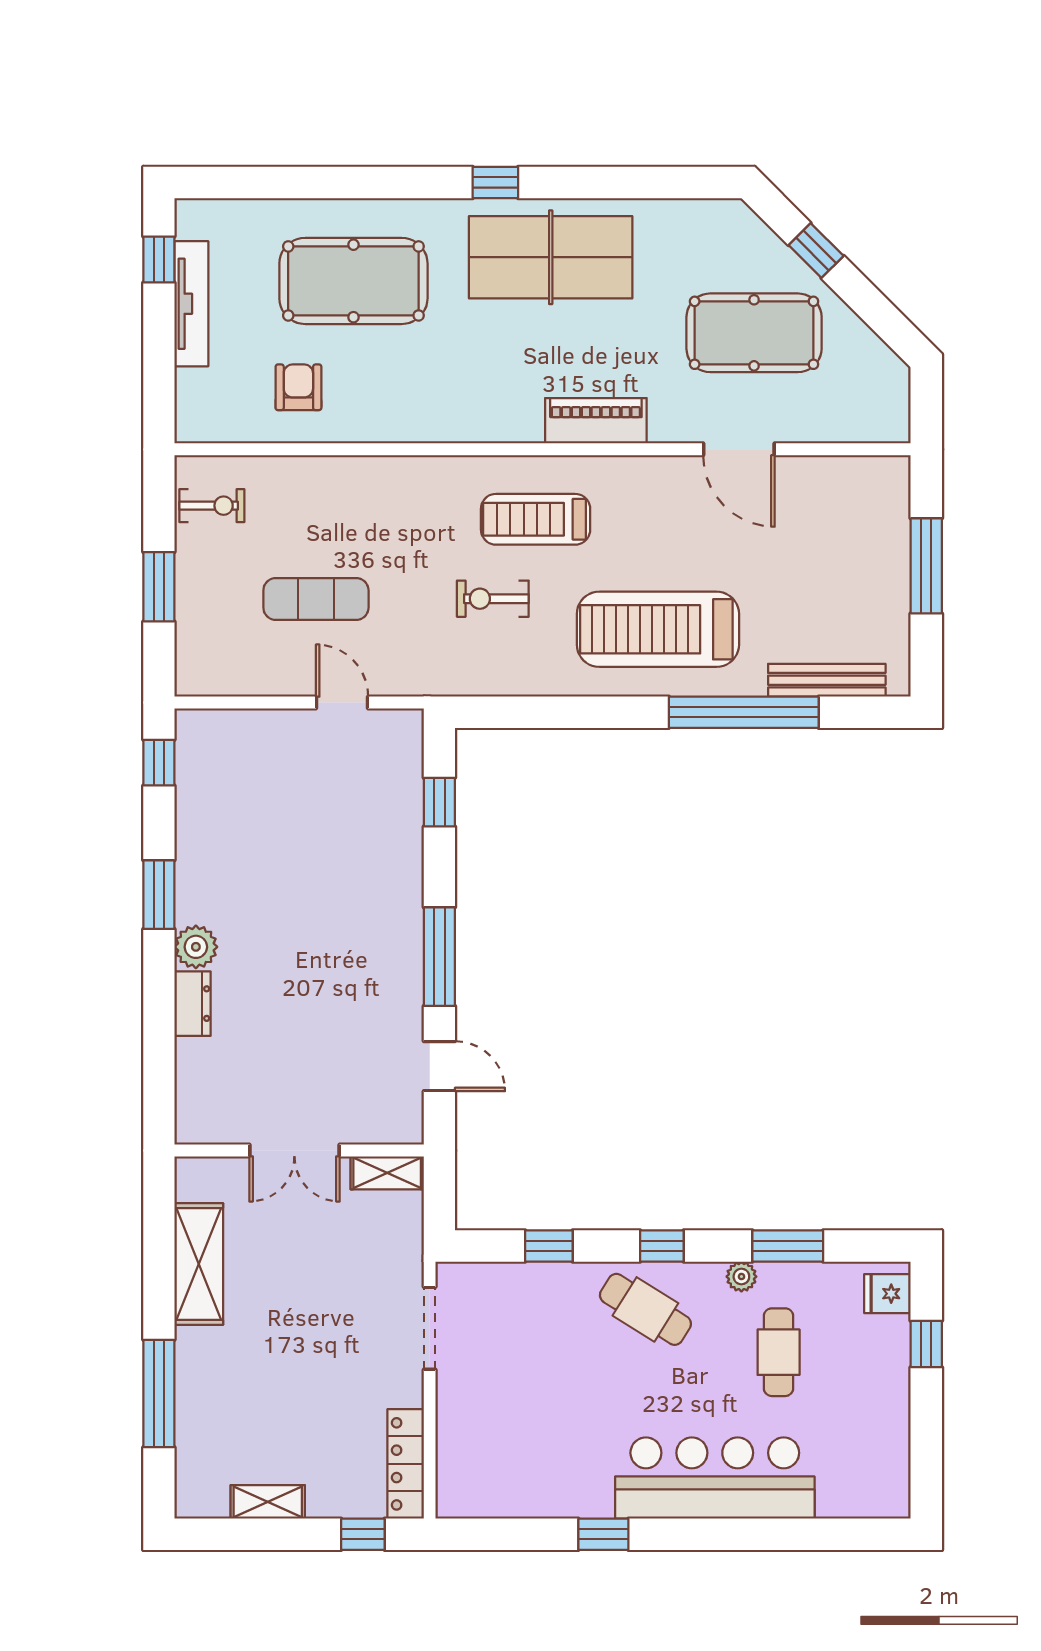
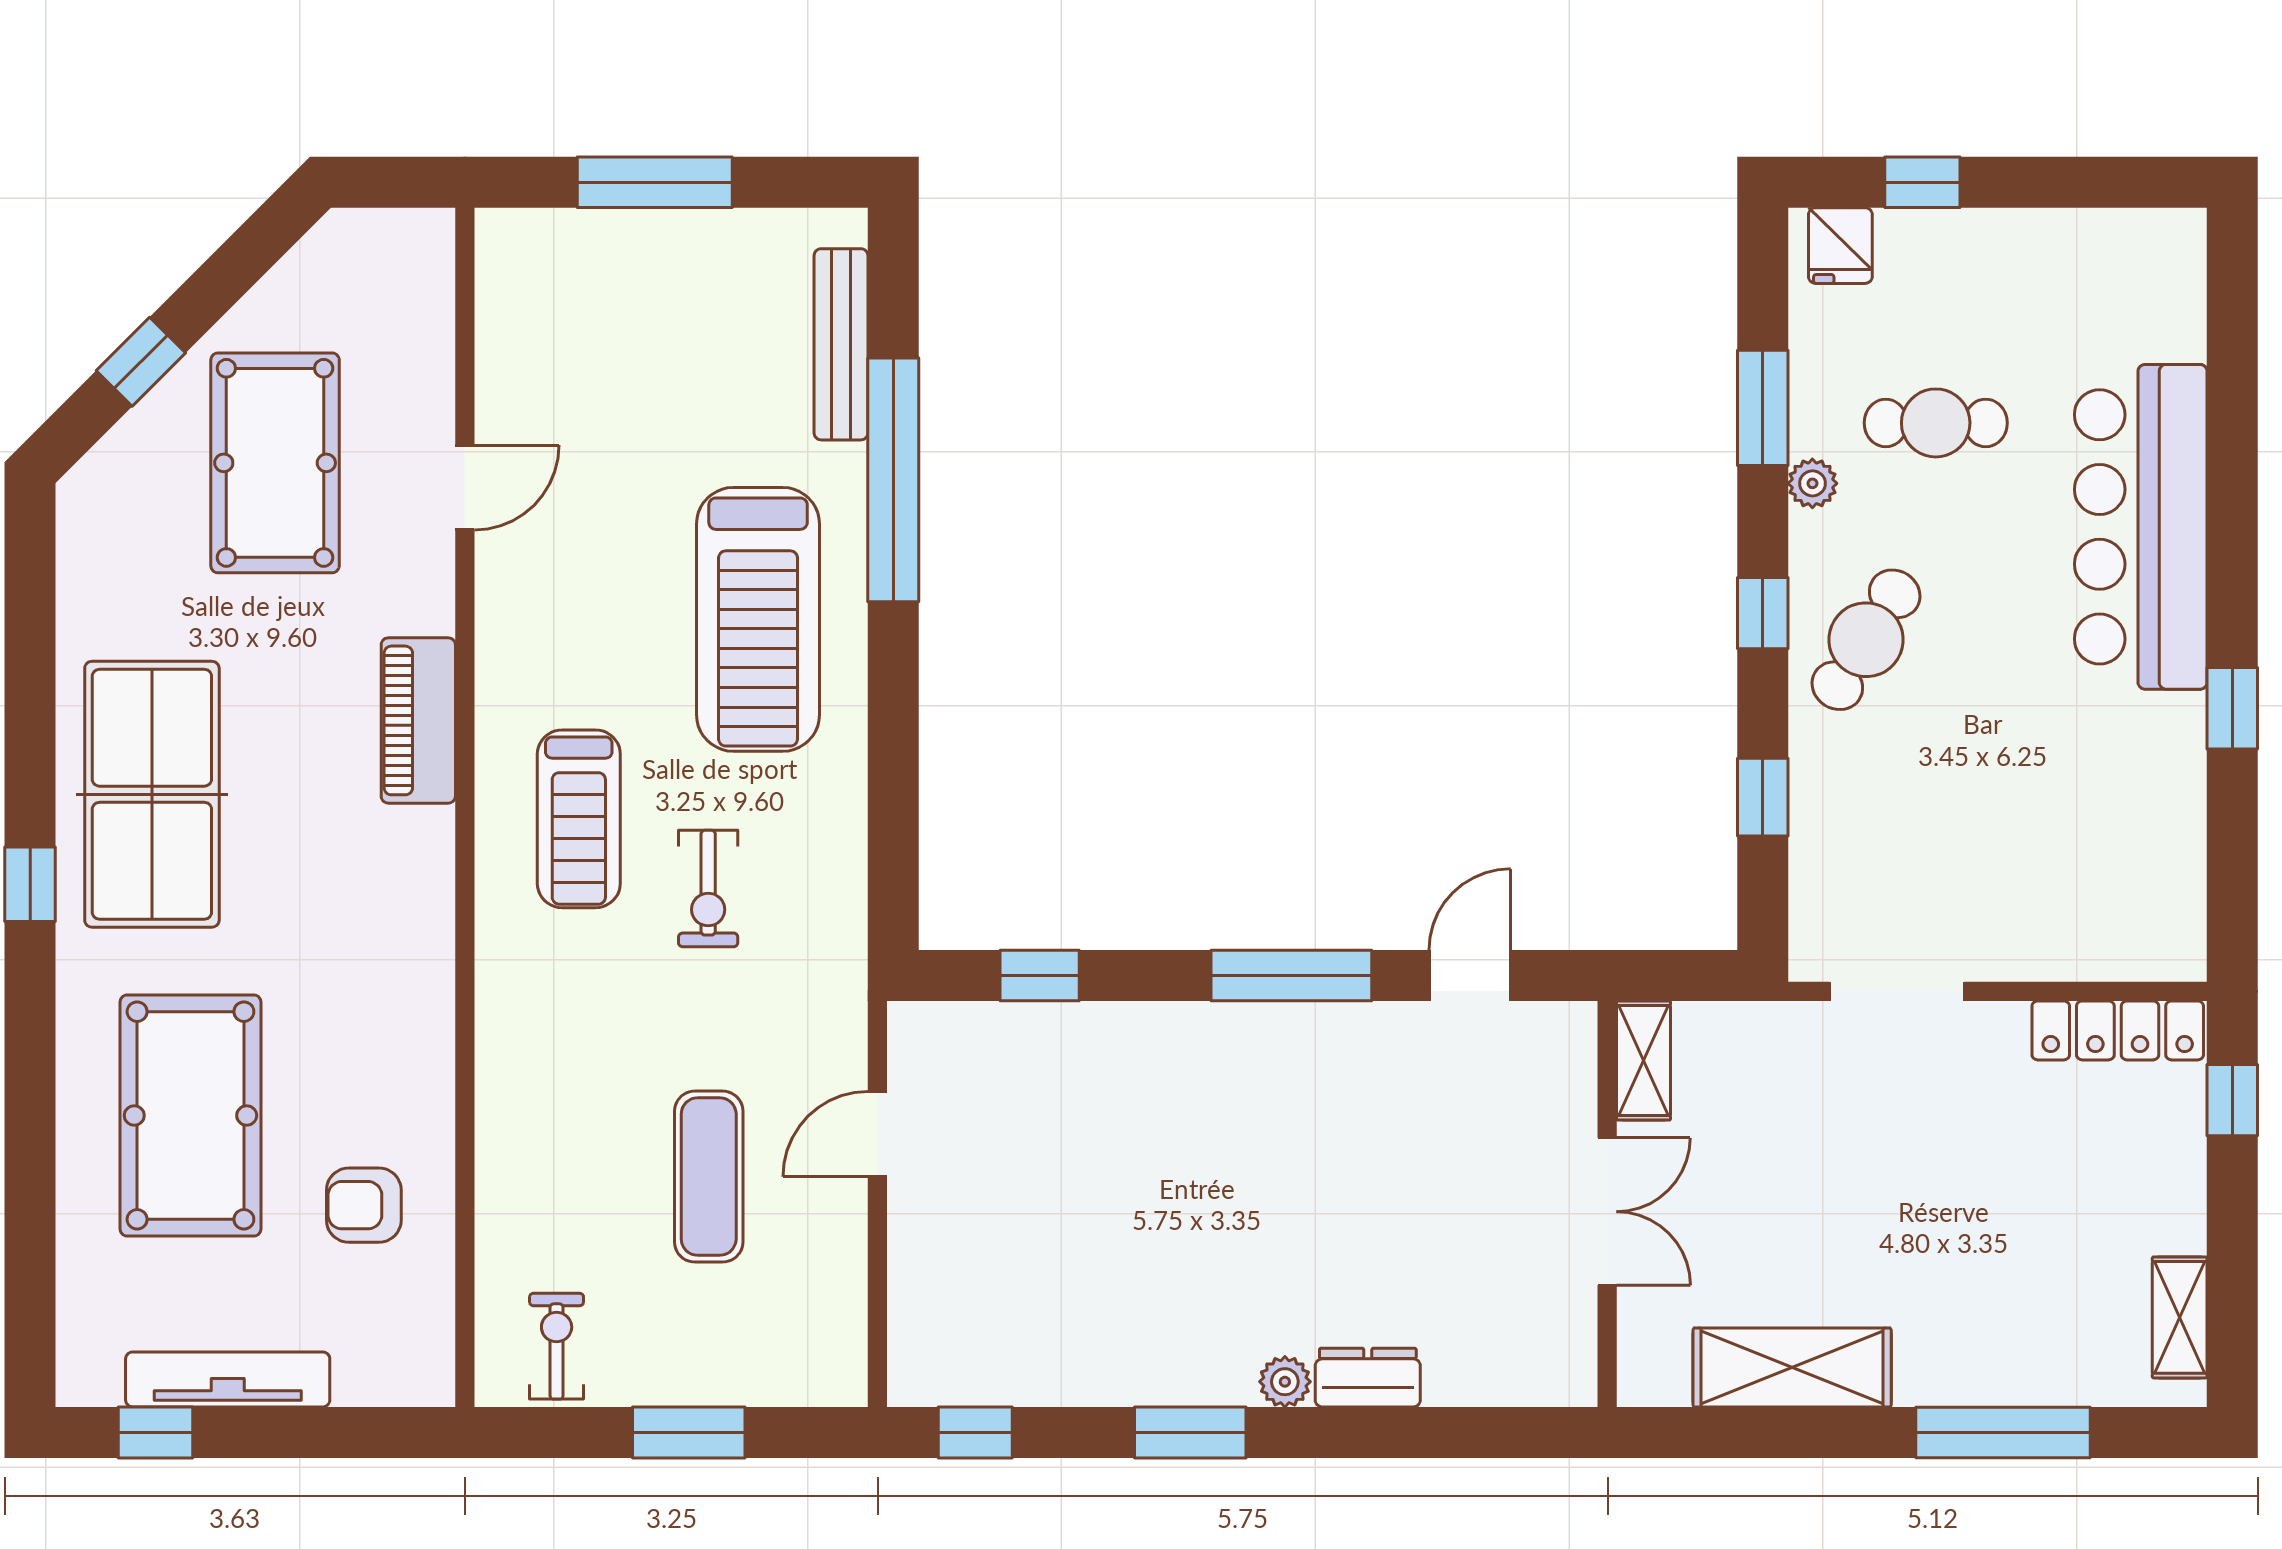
door: (739, 449) -> (465, 487), width x0.73
plant: (196, 947) -> (1285, 1382), width x0.73, depth x0.73
shelving: (268, 1502) -> (2180, 1317), moved

